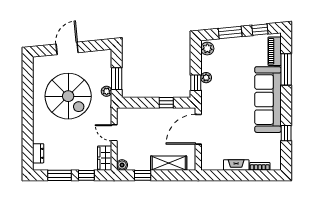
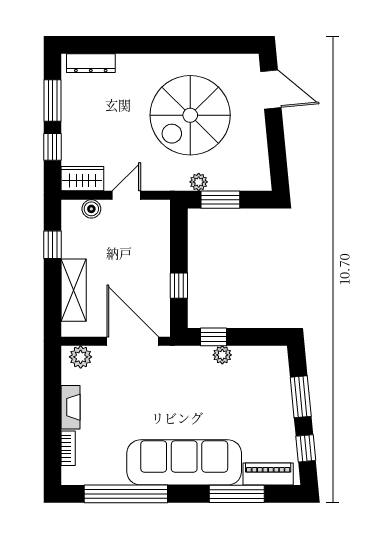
door: (67, 48) -> (271, 90), moved
plant: (207, 49) -> (81, 357), moved
window: (286, 133) -> (126, 494), width x3.17
dresser: (38, 153) -> (91, 63), width x1.44
boiler: (122, 165) -> (91, 209), moved

